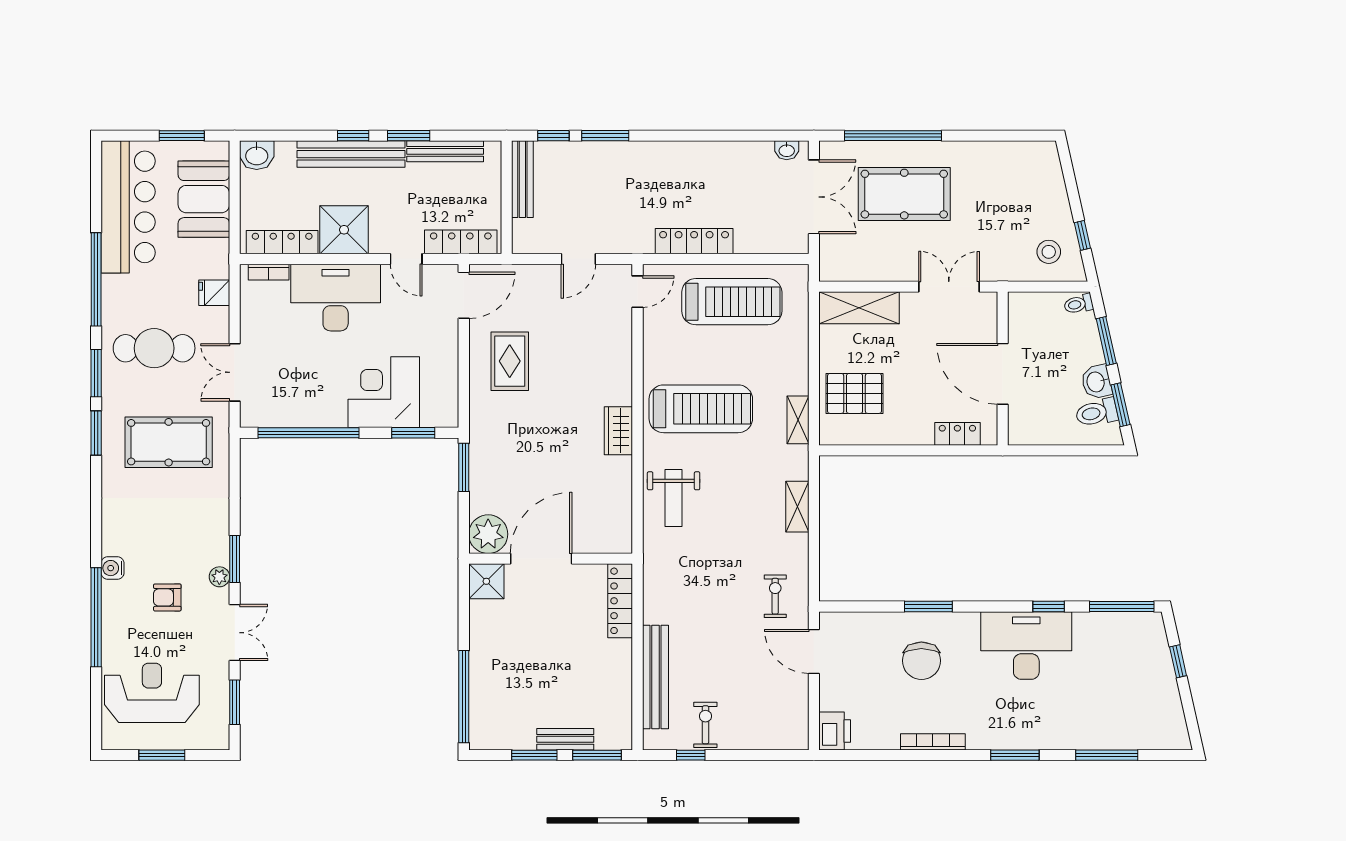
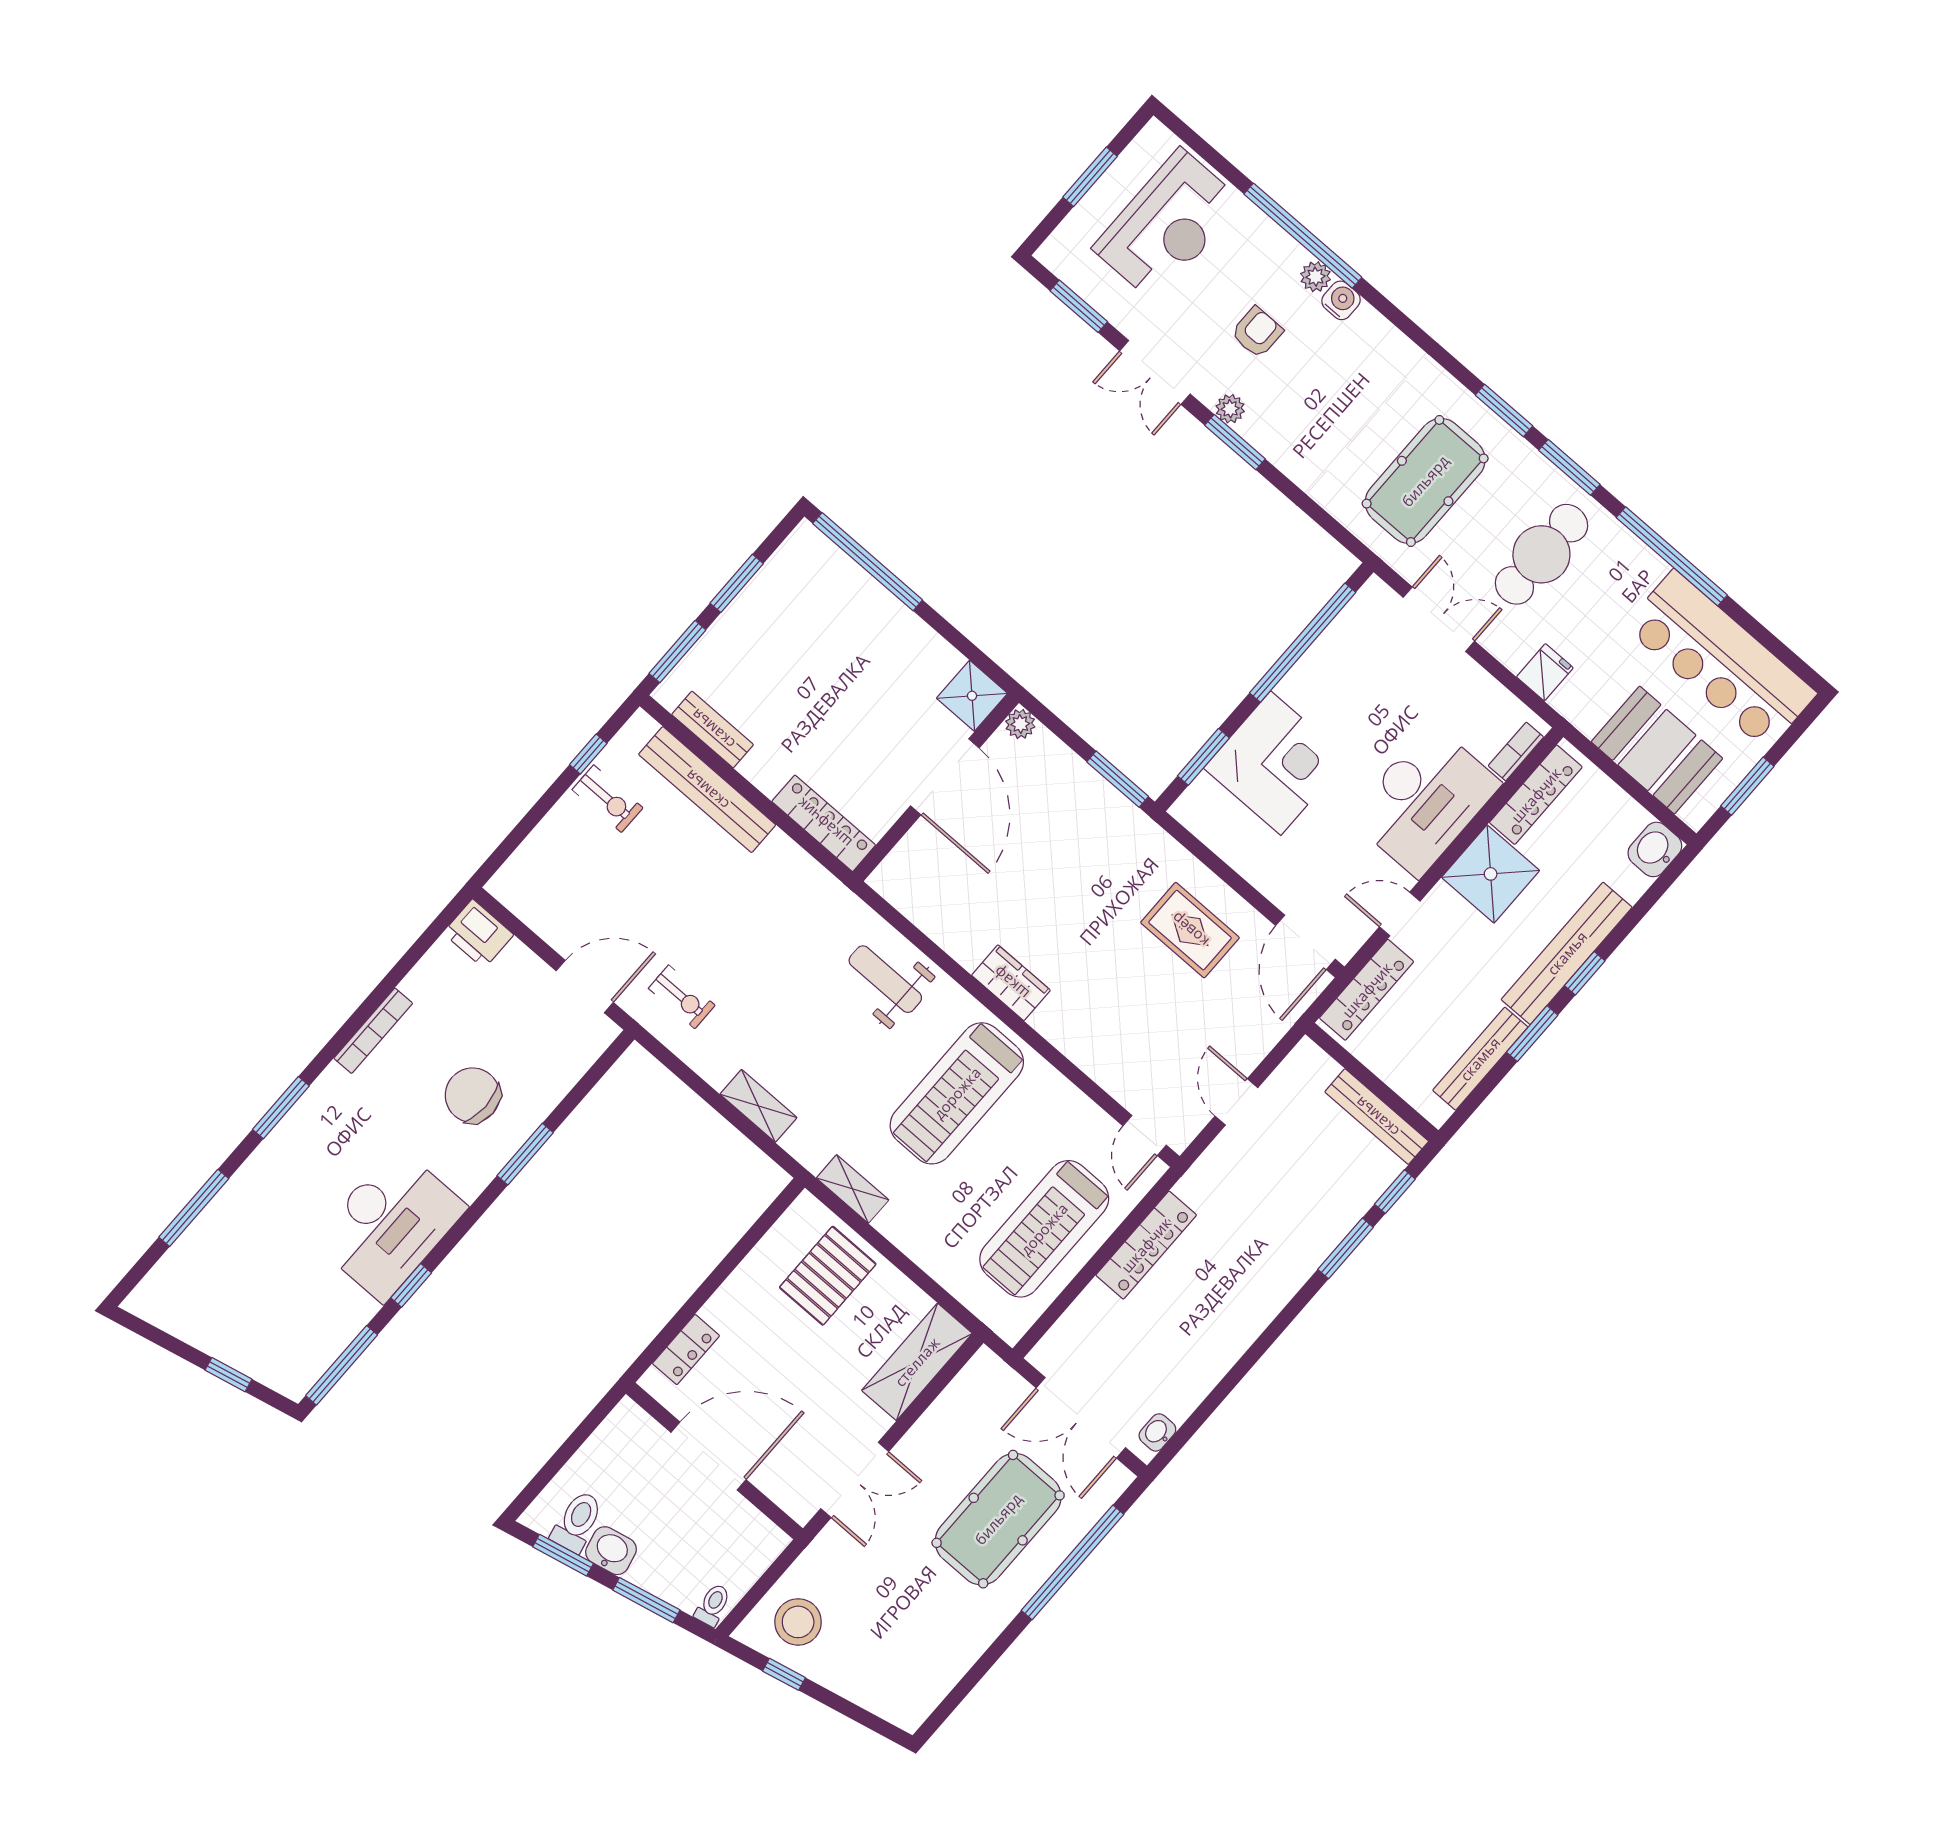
stool: (1049, 252) -> (798, 1622), width x1.38, depth x1.38
plant: (488, 534) -> (1020, 724), width x0.53, depth x0.53
plant: (112, 592) -> (1316, 277), added
bench: (565, 739) -> (713, 729), moved, turned 90

